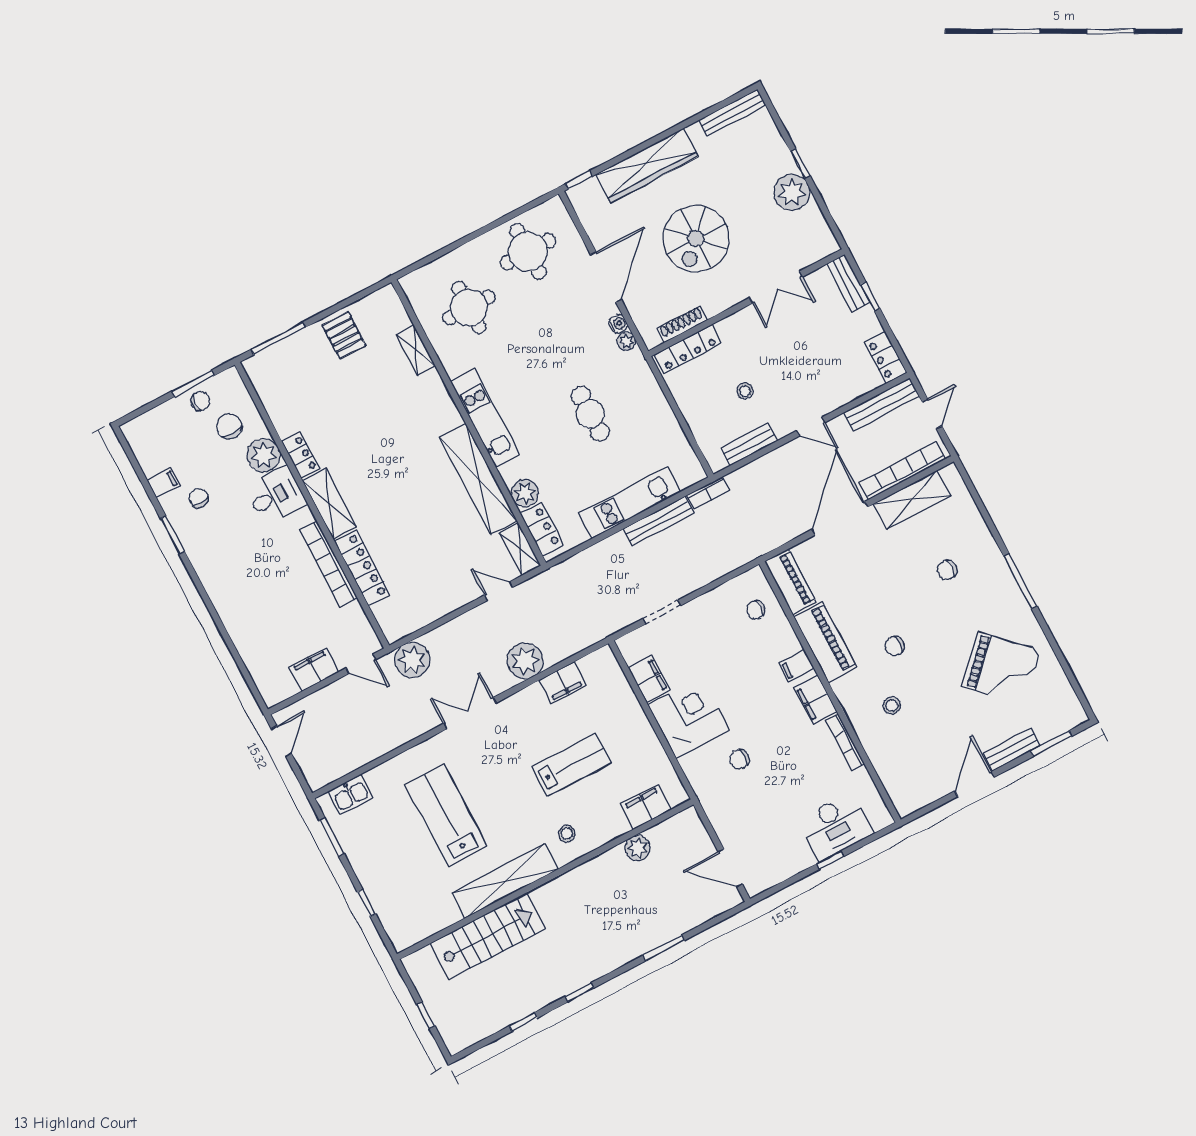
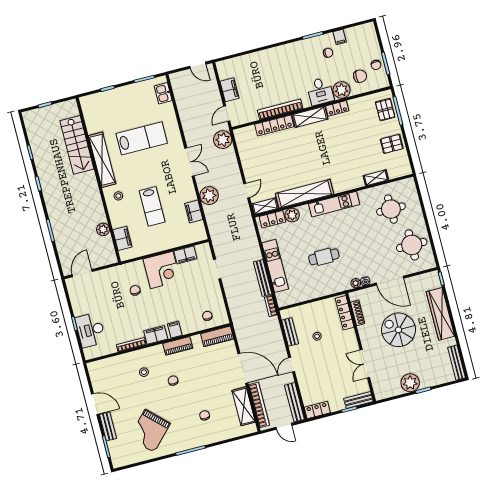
pallet: (282, 363) -> (385, 110), added
piano: (825, 642) -> (178, 346), width x0.73, depth x0.75

